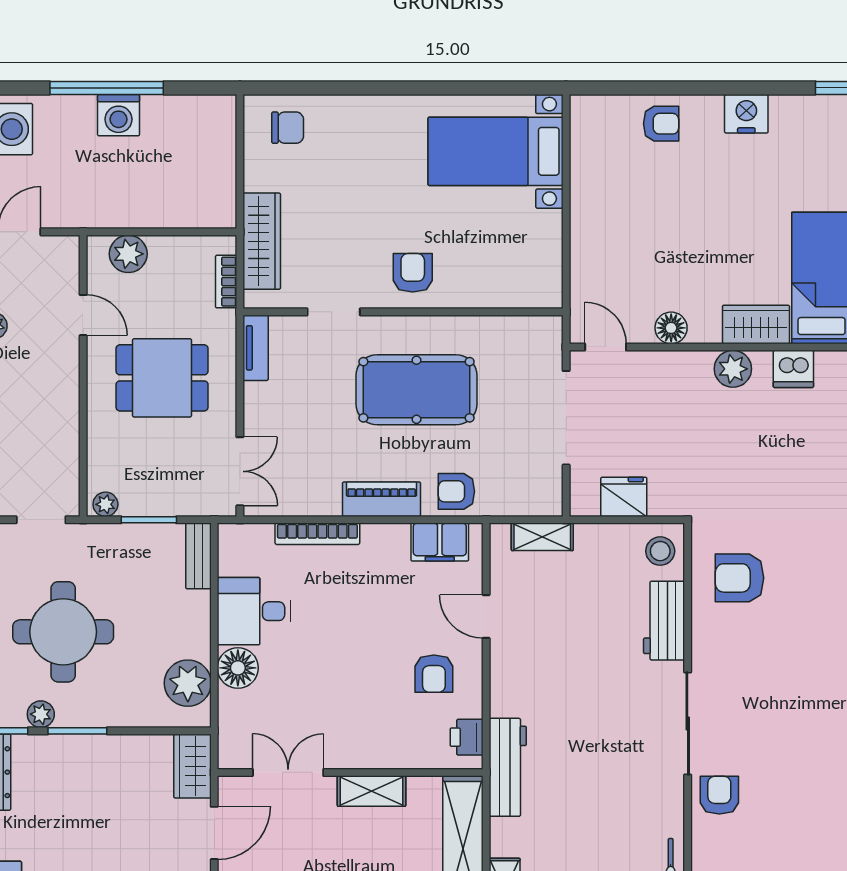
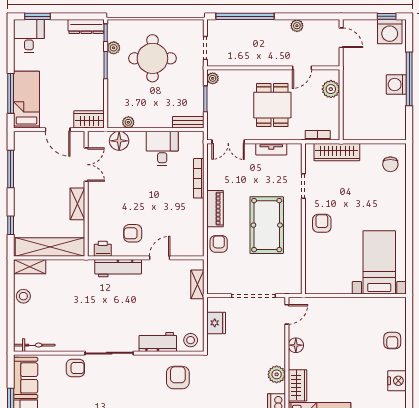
armchair: (413, 273) -> (322, 223), turned -90
tv unit: (256, 348) -> (271, 149), moved
filing cabinet: (440, 542) -> (195, 236), removed
floor lamp: (238, 668) -> (119, 141), moved
plant: (188, 683) -> (128, 122), width x0.53, depth x0.53
workbench: (508, 767) -> (118, 268), moved

